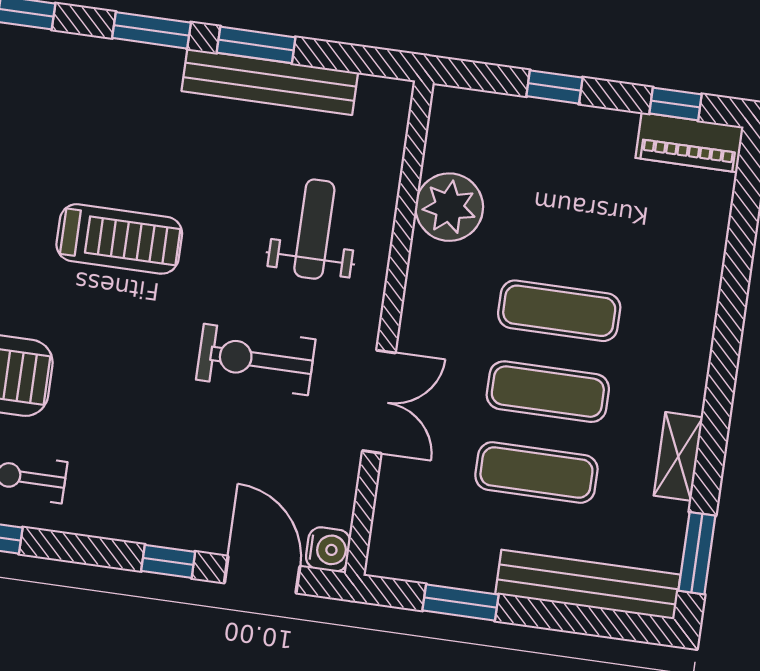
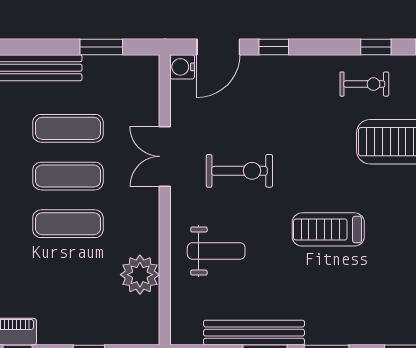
weight bench: (314, 229) -> (216, 251), turned -90
door: (262, 575) -> (218, 47), hinge flipped

